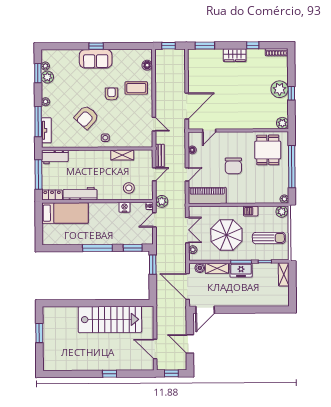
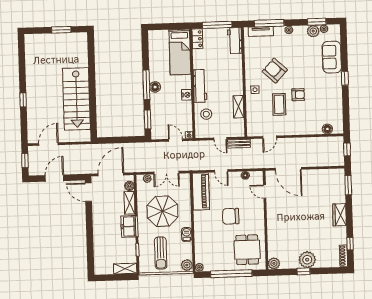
window: (253, 45) -> (350, 244), moved
sofa: (96, 59) -> (332, 57), moved
coffee table: (136, 88) -> (279, 104), moved
dining table: (268, 150) -> (247, 250), turned 90
workbench: (80, 194) -> (200, 86), moved
plant: (162, 201) -> (194, 147), removed
nightstand: (124, 207) -> (187, 95), moved
floor lamp: (100, 239) -> (155, 87), added
window: (153, 265) -> (131, 140), removed

